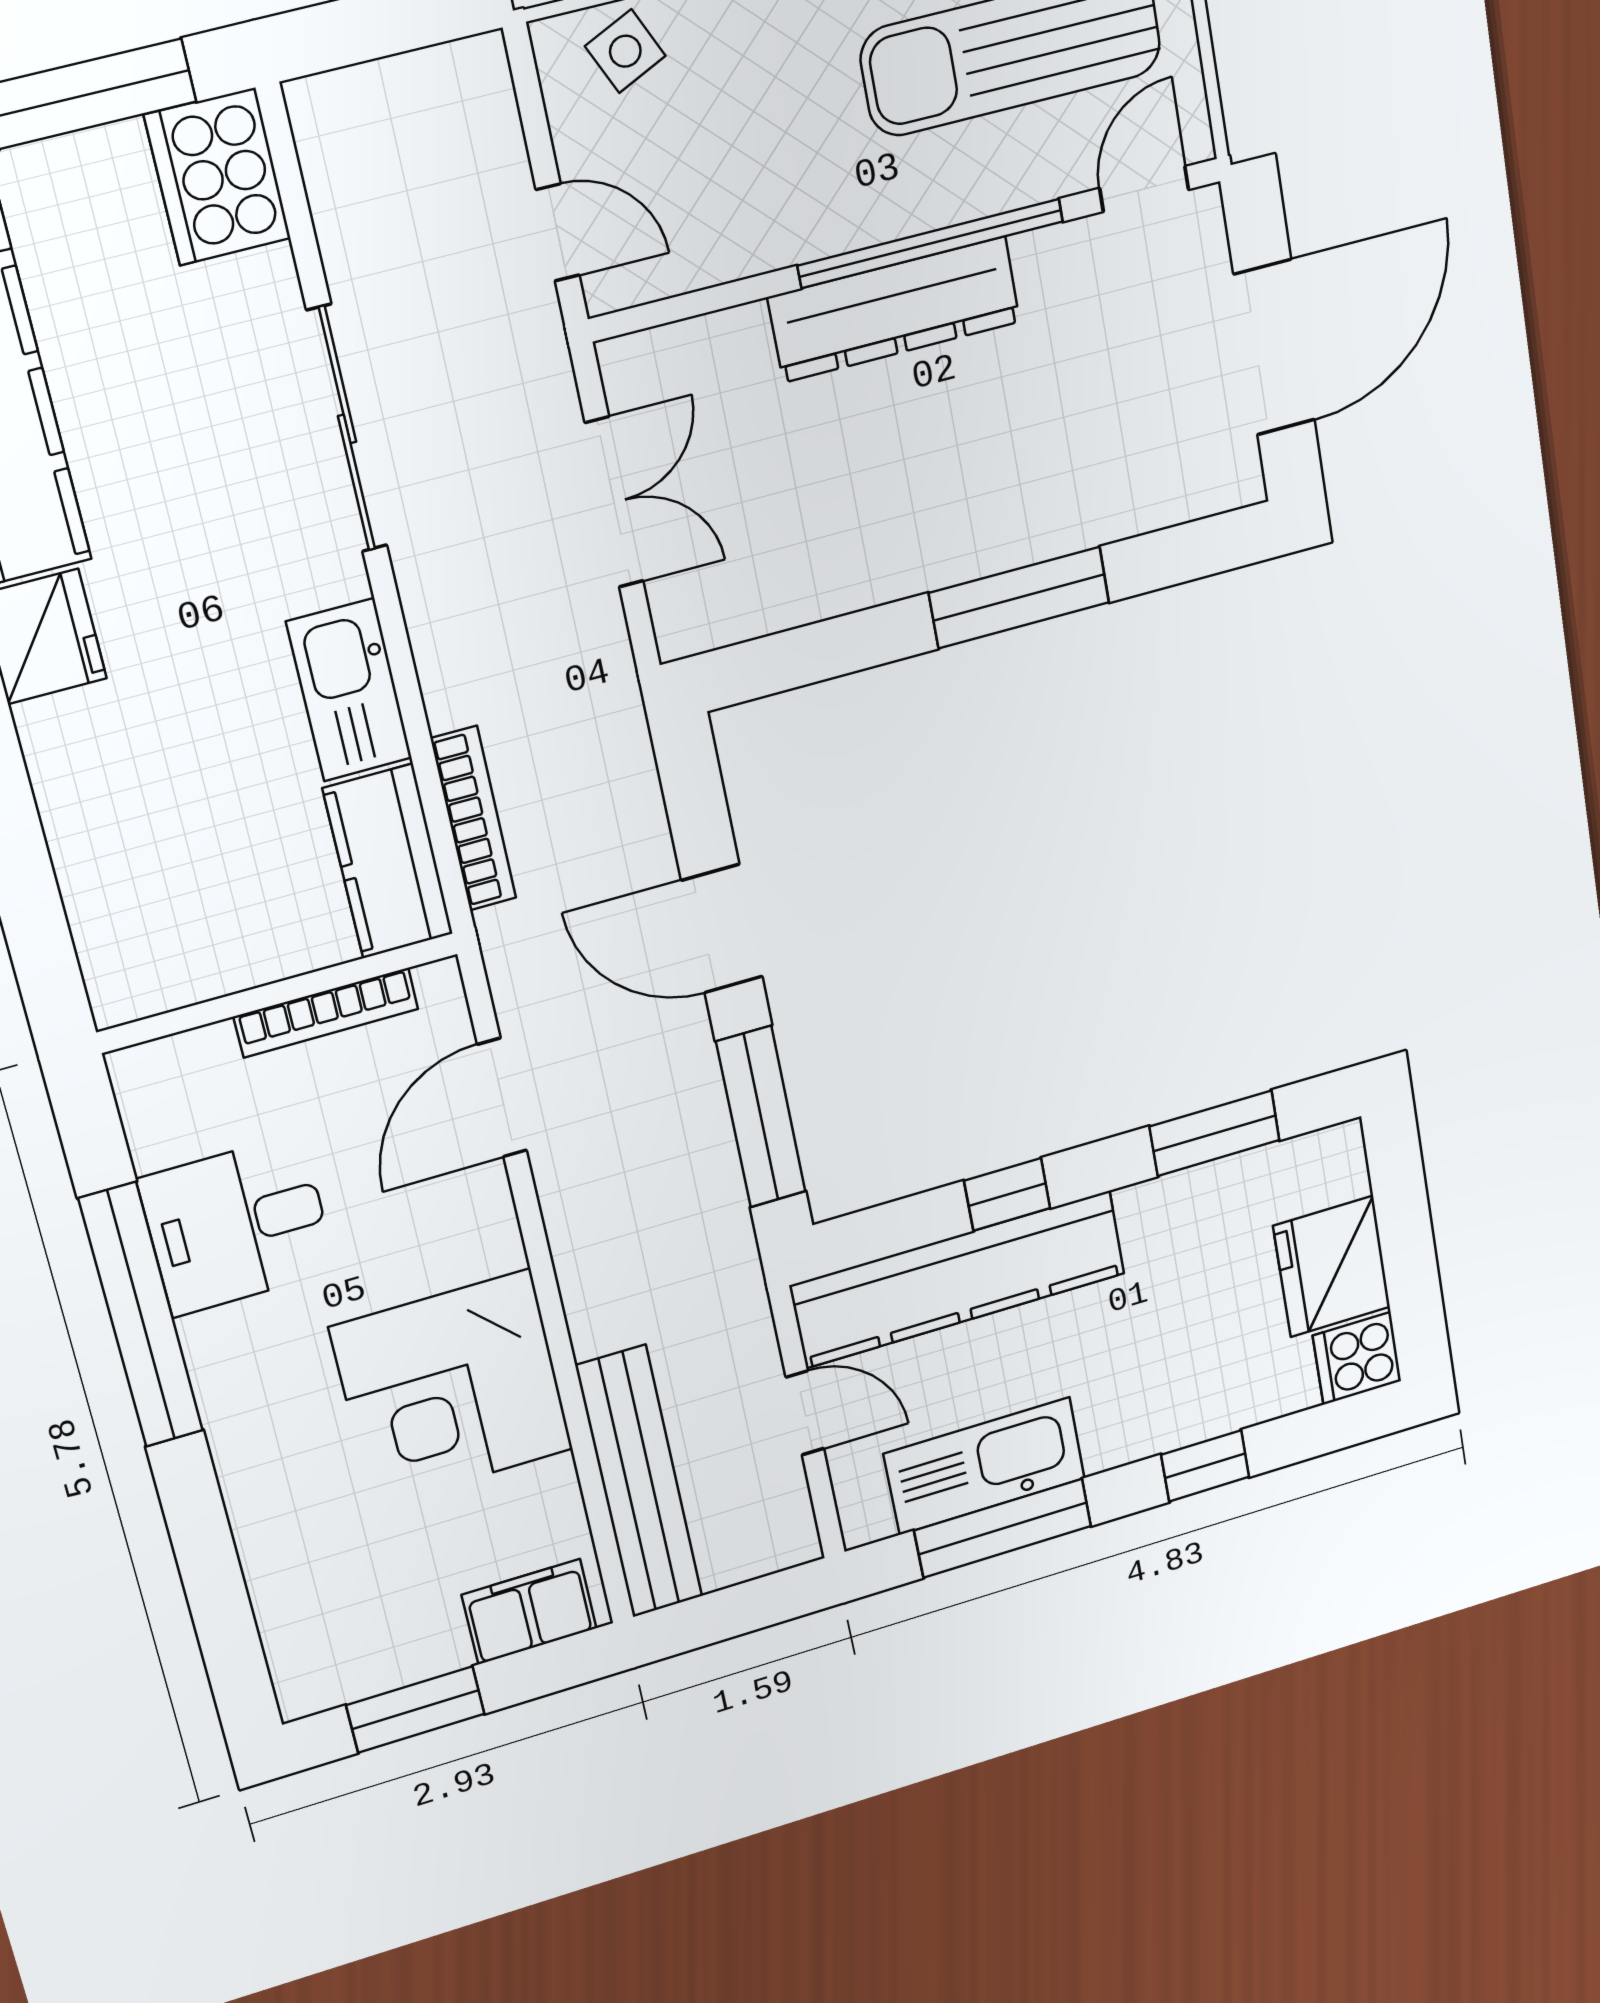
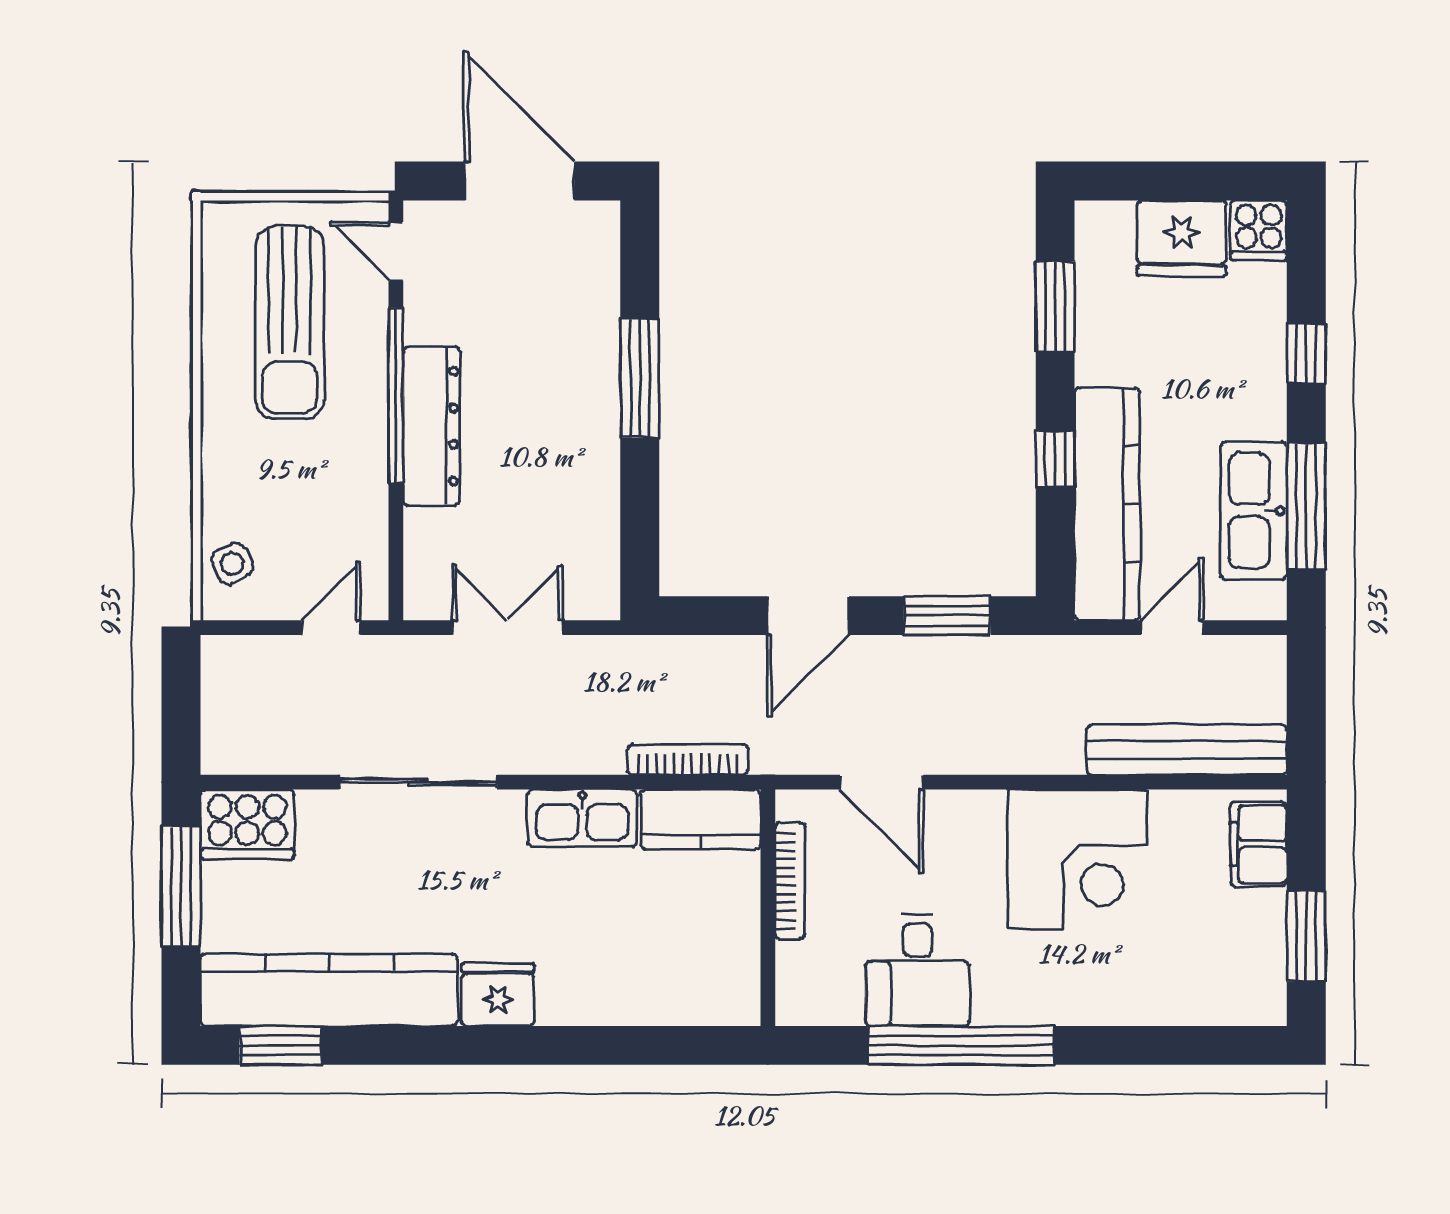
window: (761, 1117) -> (947, 616), width x0.69

